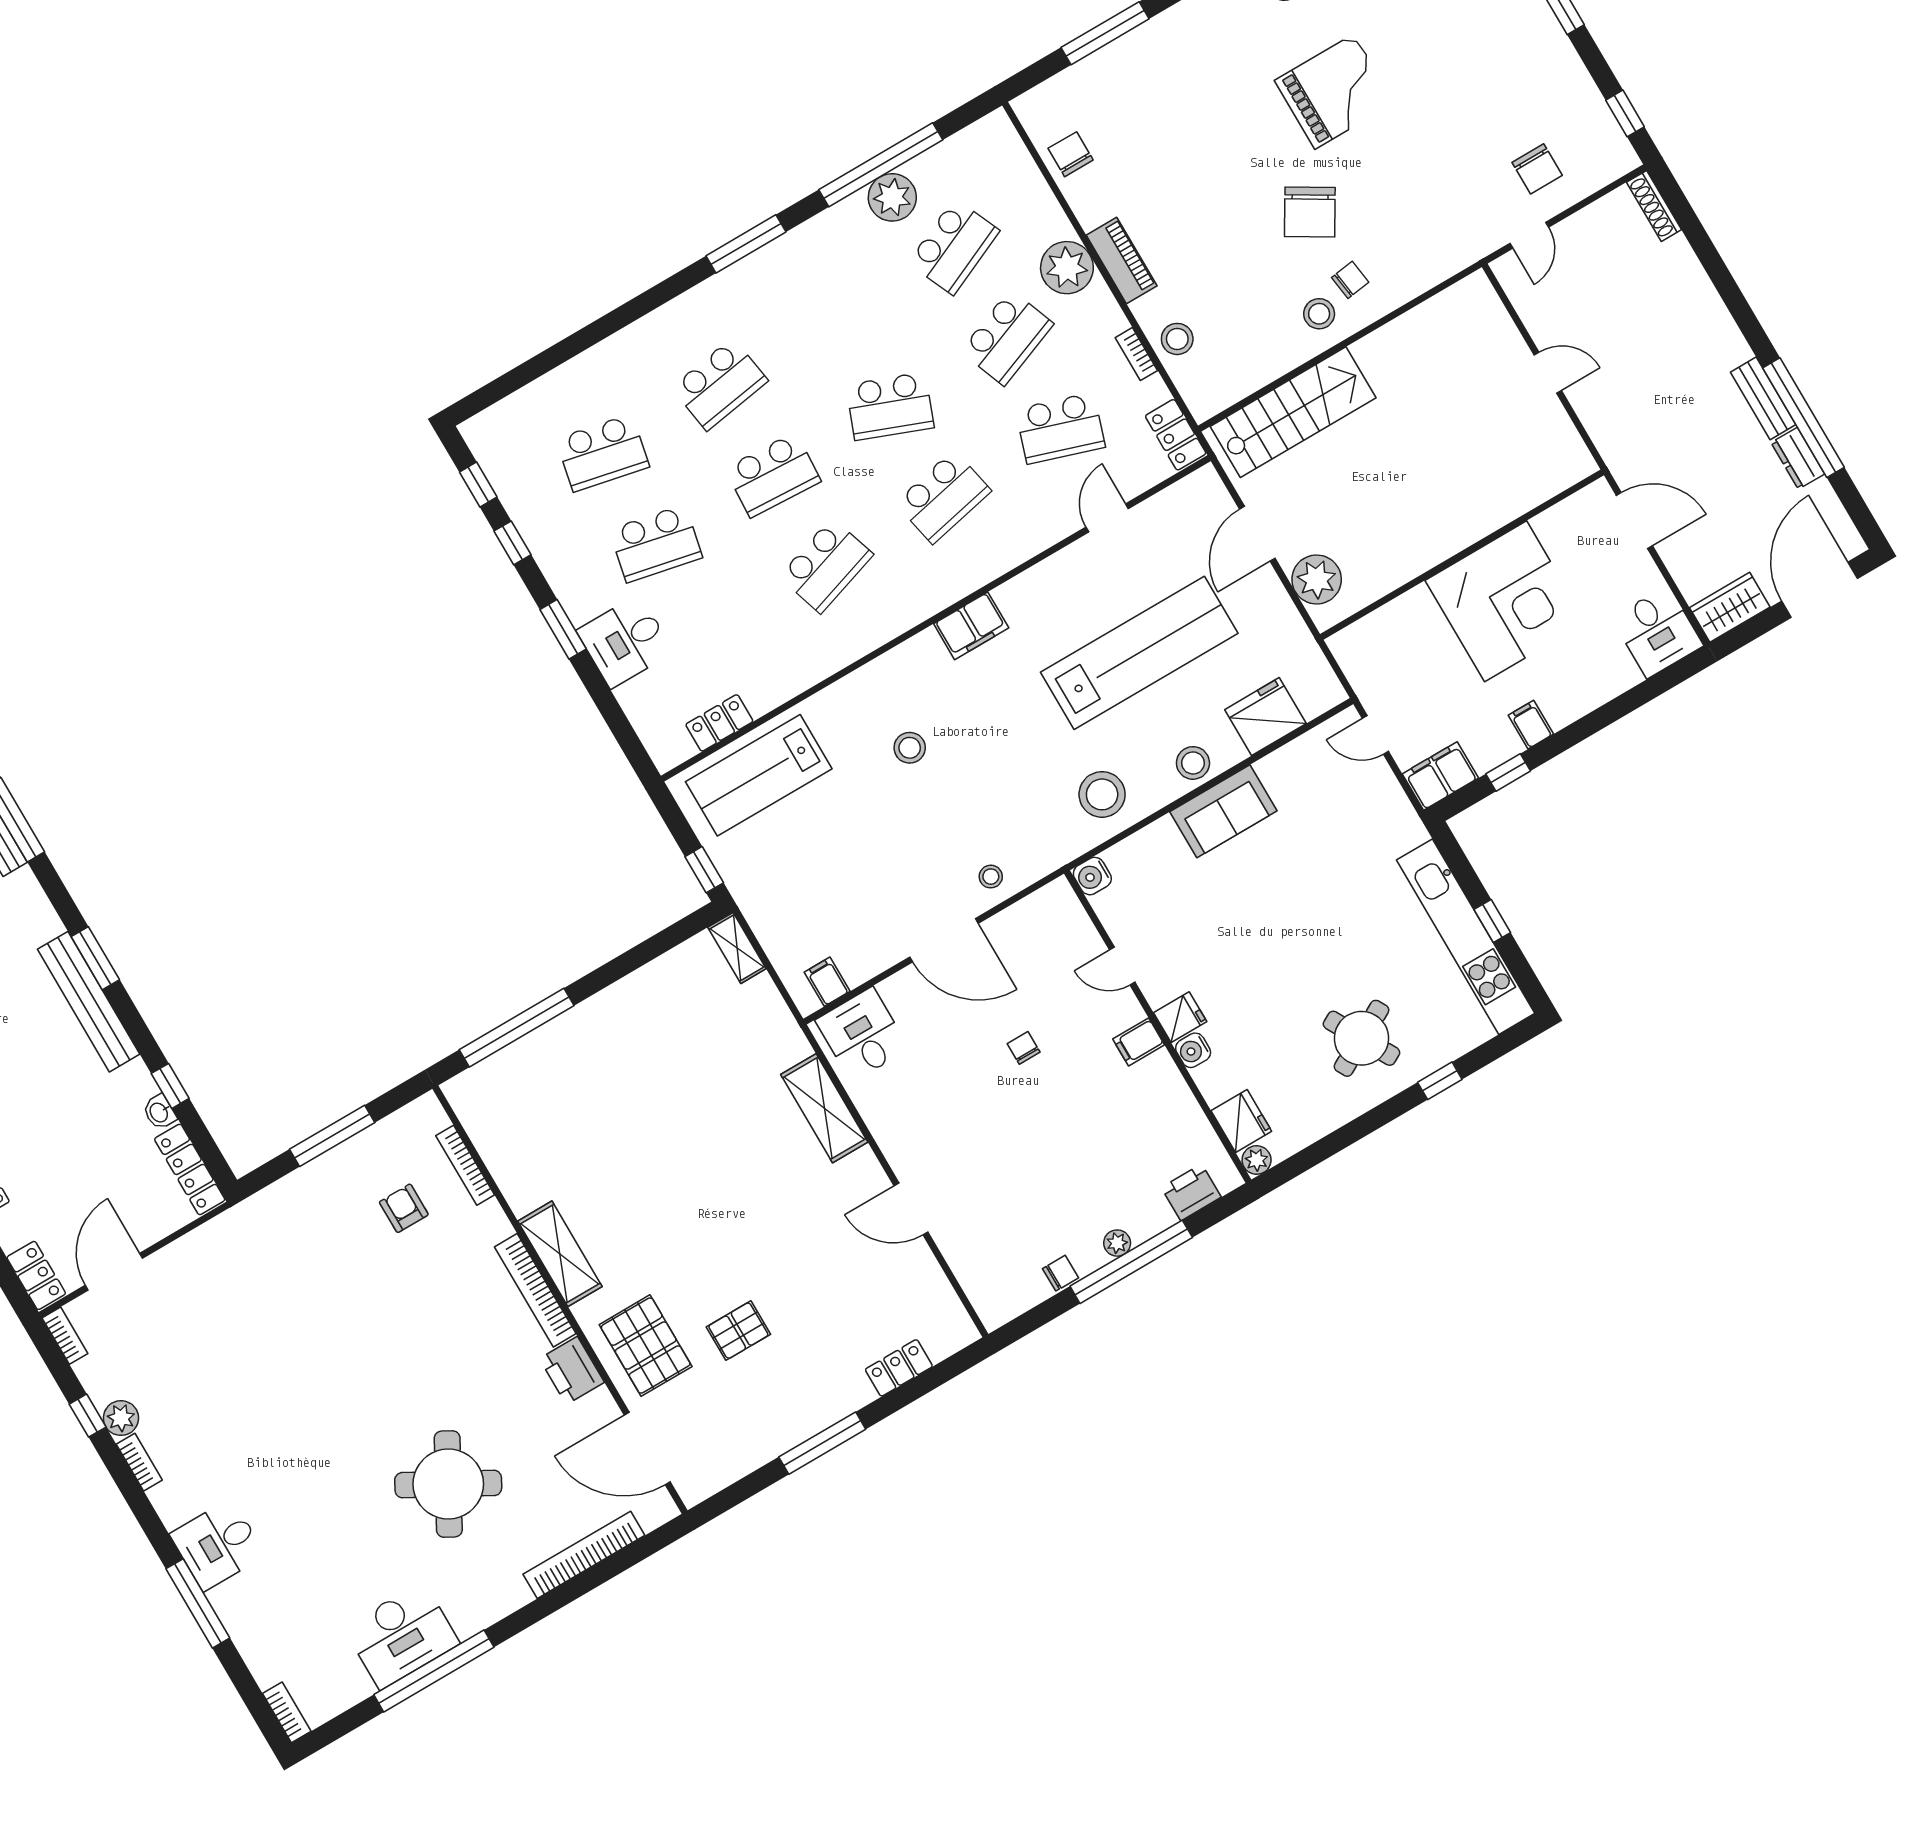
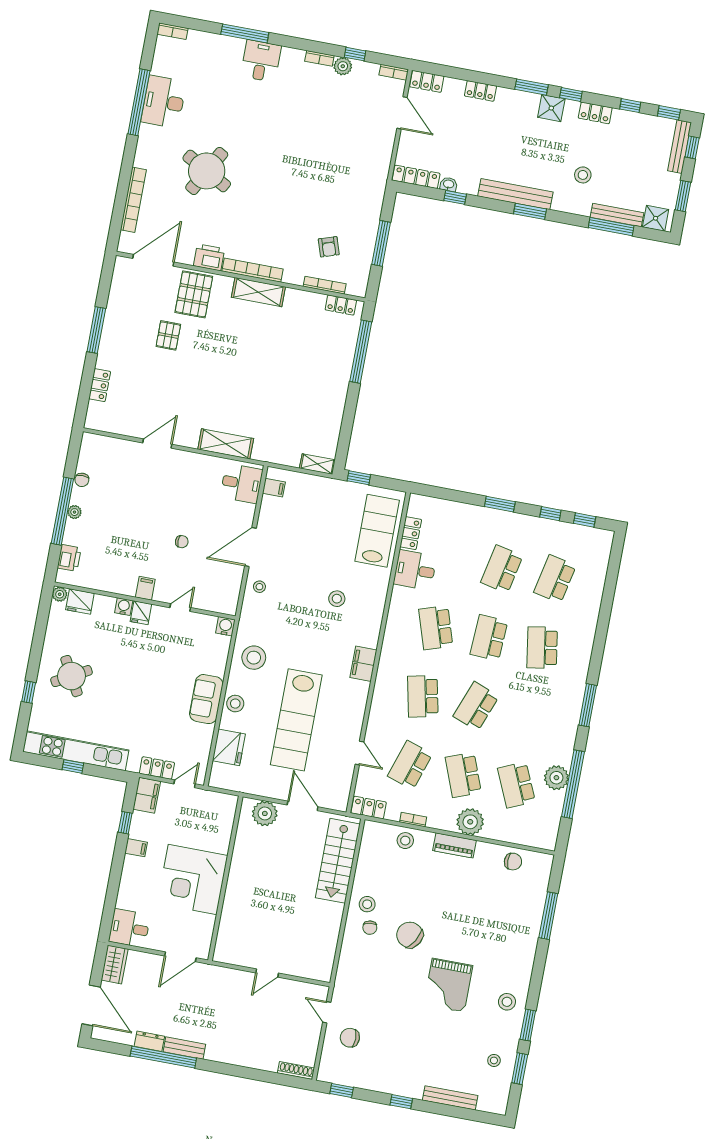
desk: (625, 641) -> (415, 570), moved, turned -90
locker: (1387, 796) -> (157, 768), added
locker: (474, 1116) -> (341, 305), added
armchair: (404, 1208) -> (329, 247), turned 72
pallet: (646, 1346) -> (194, 294), turned 90

